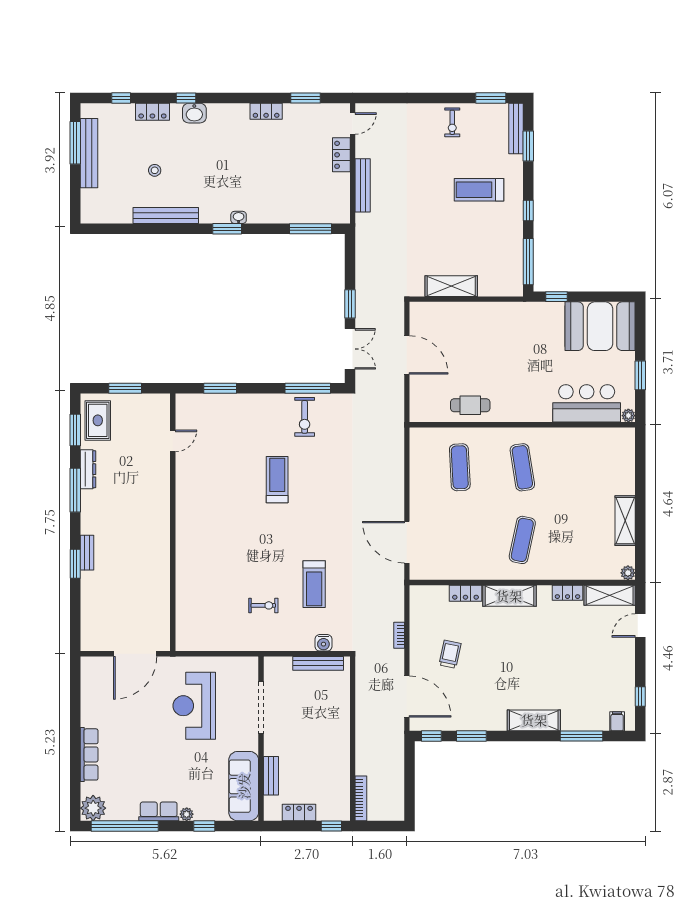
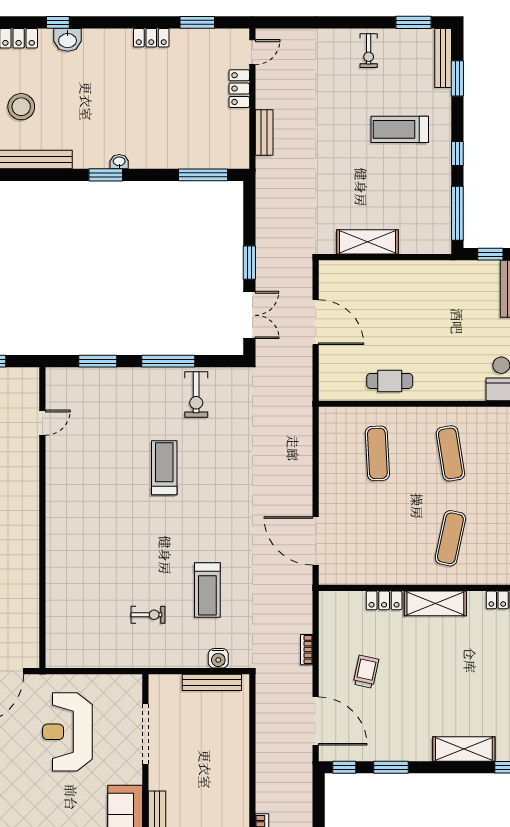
stool: (155, 170) -> (21, 107), width x1.89, depth x1.89
bench: (363, 185) -> (264, 133), width x0.73
window: (308, 388) -> (168, 361), moved

